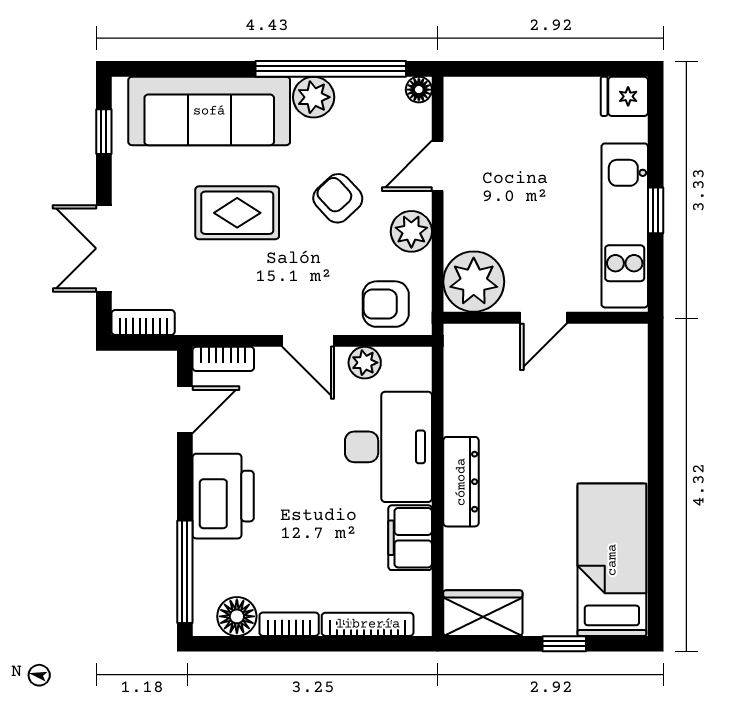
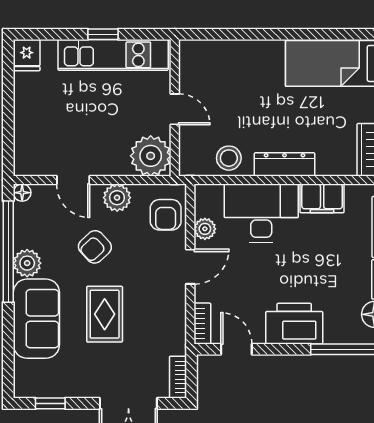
sofa: (209, 111) -> (36, 319), width x0.73
stool: (470, 398) -> (229, 158), added

